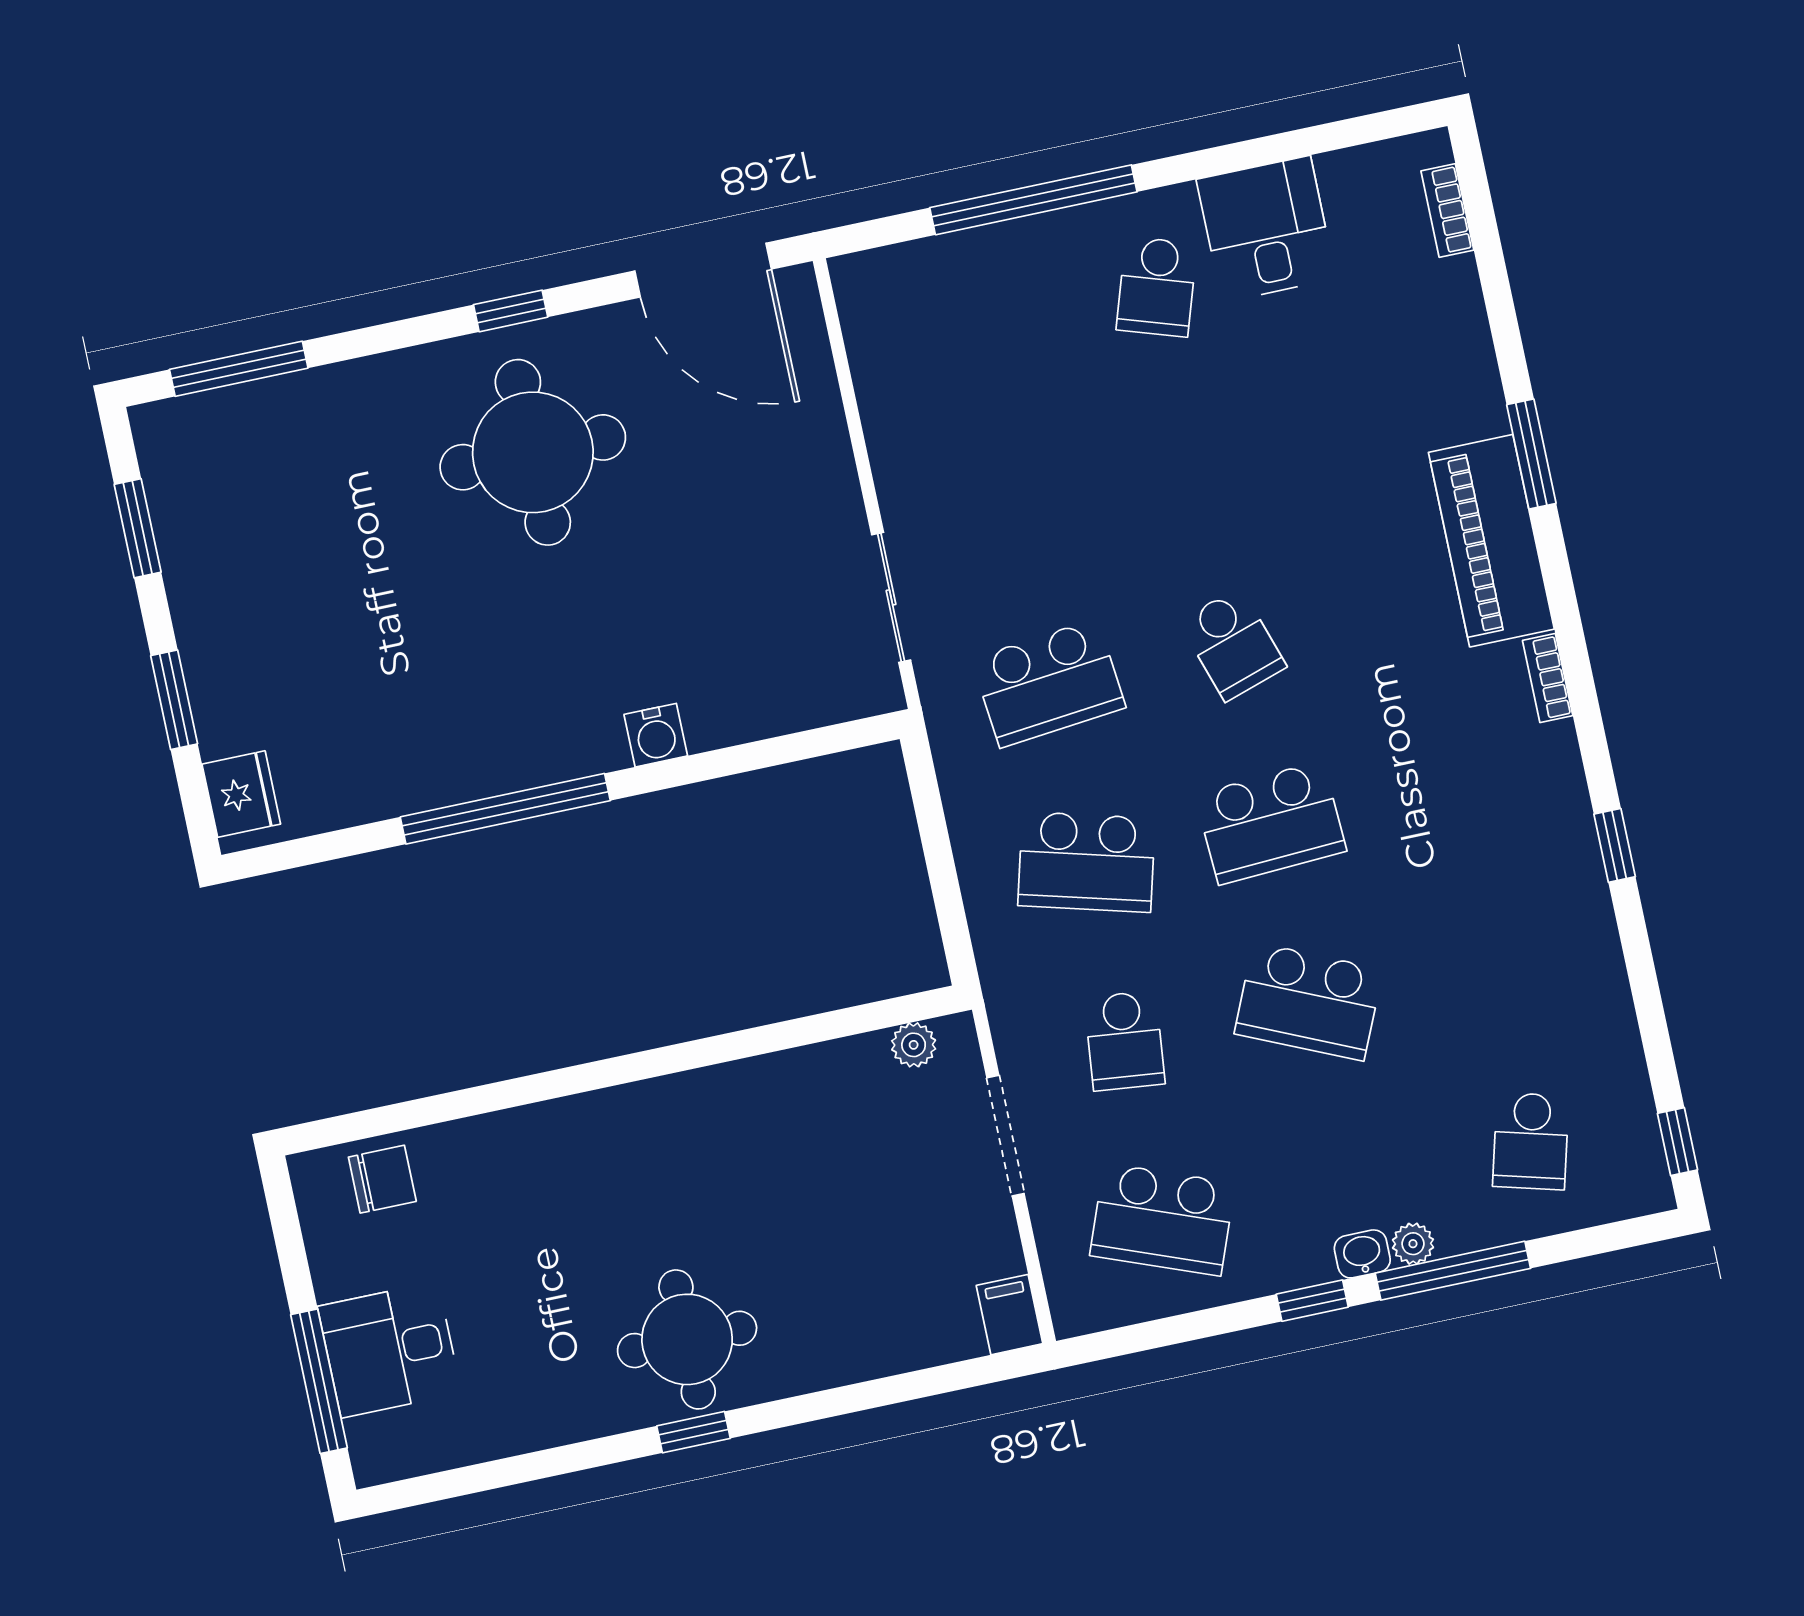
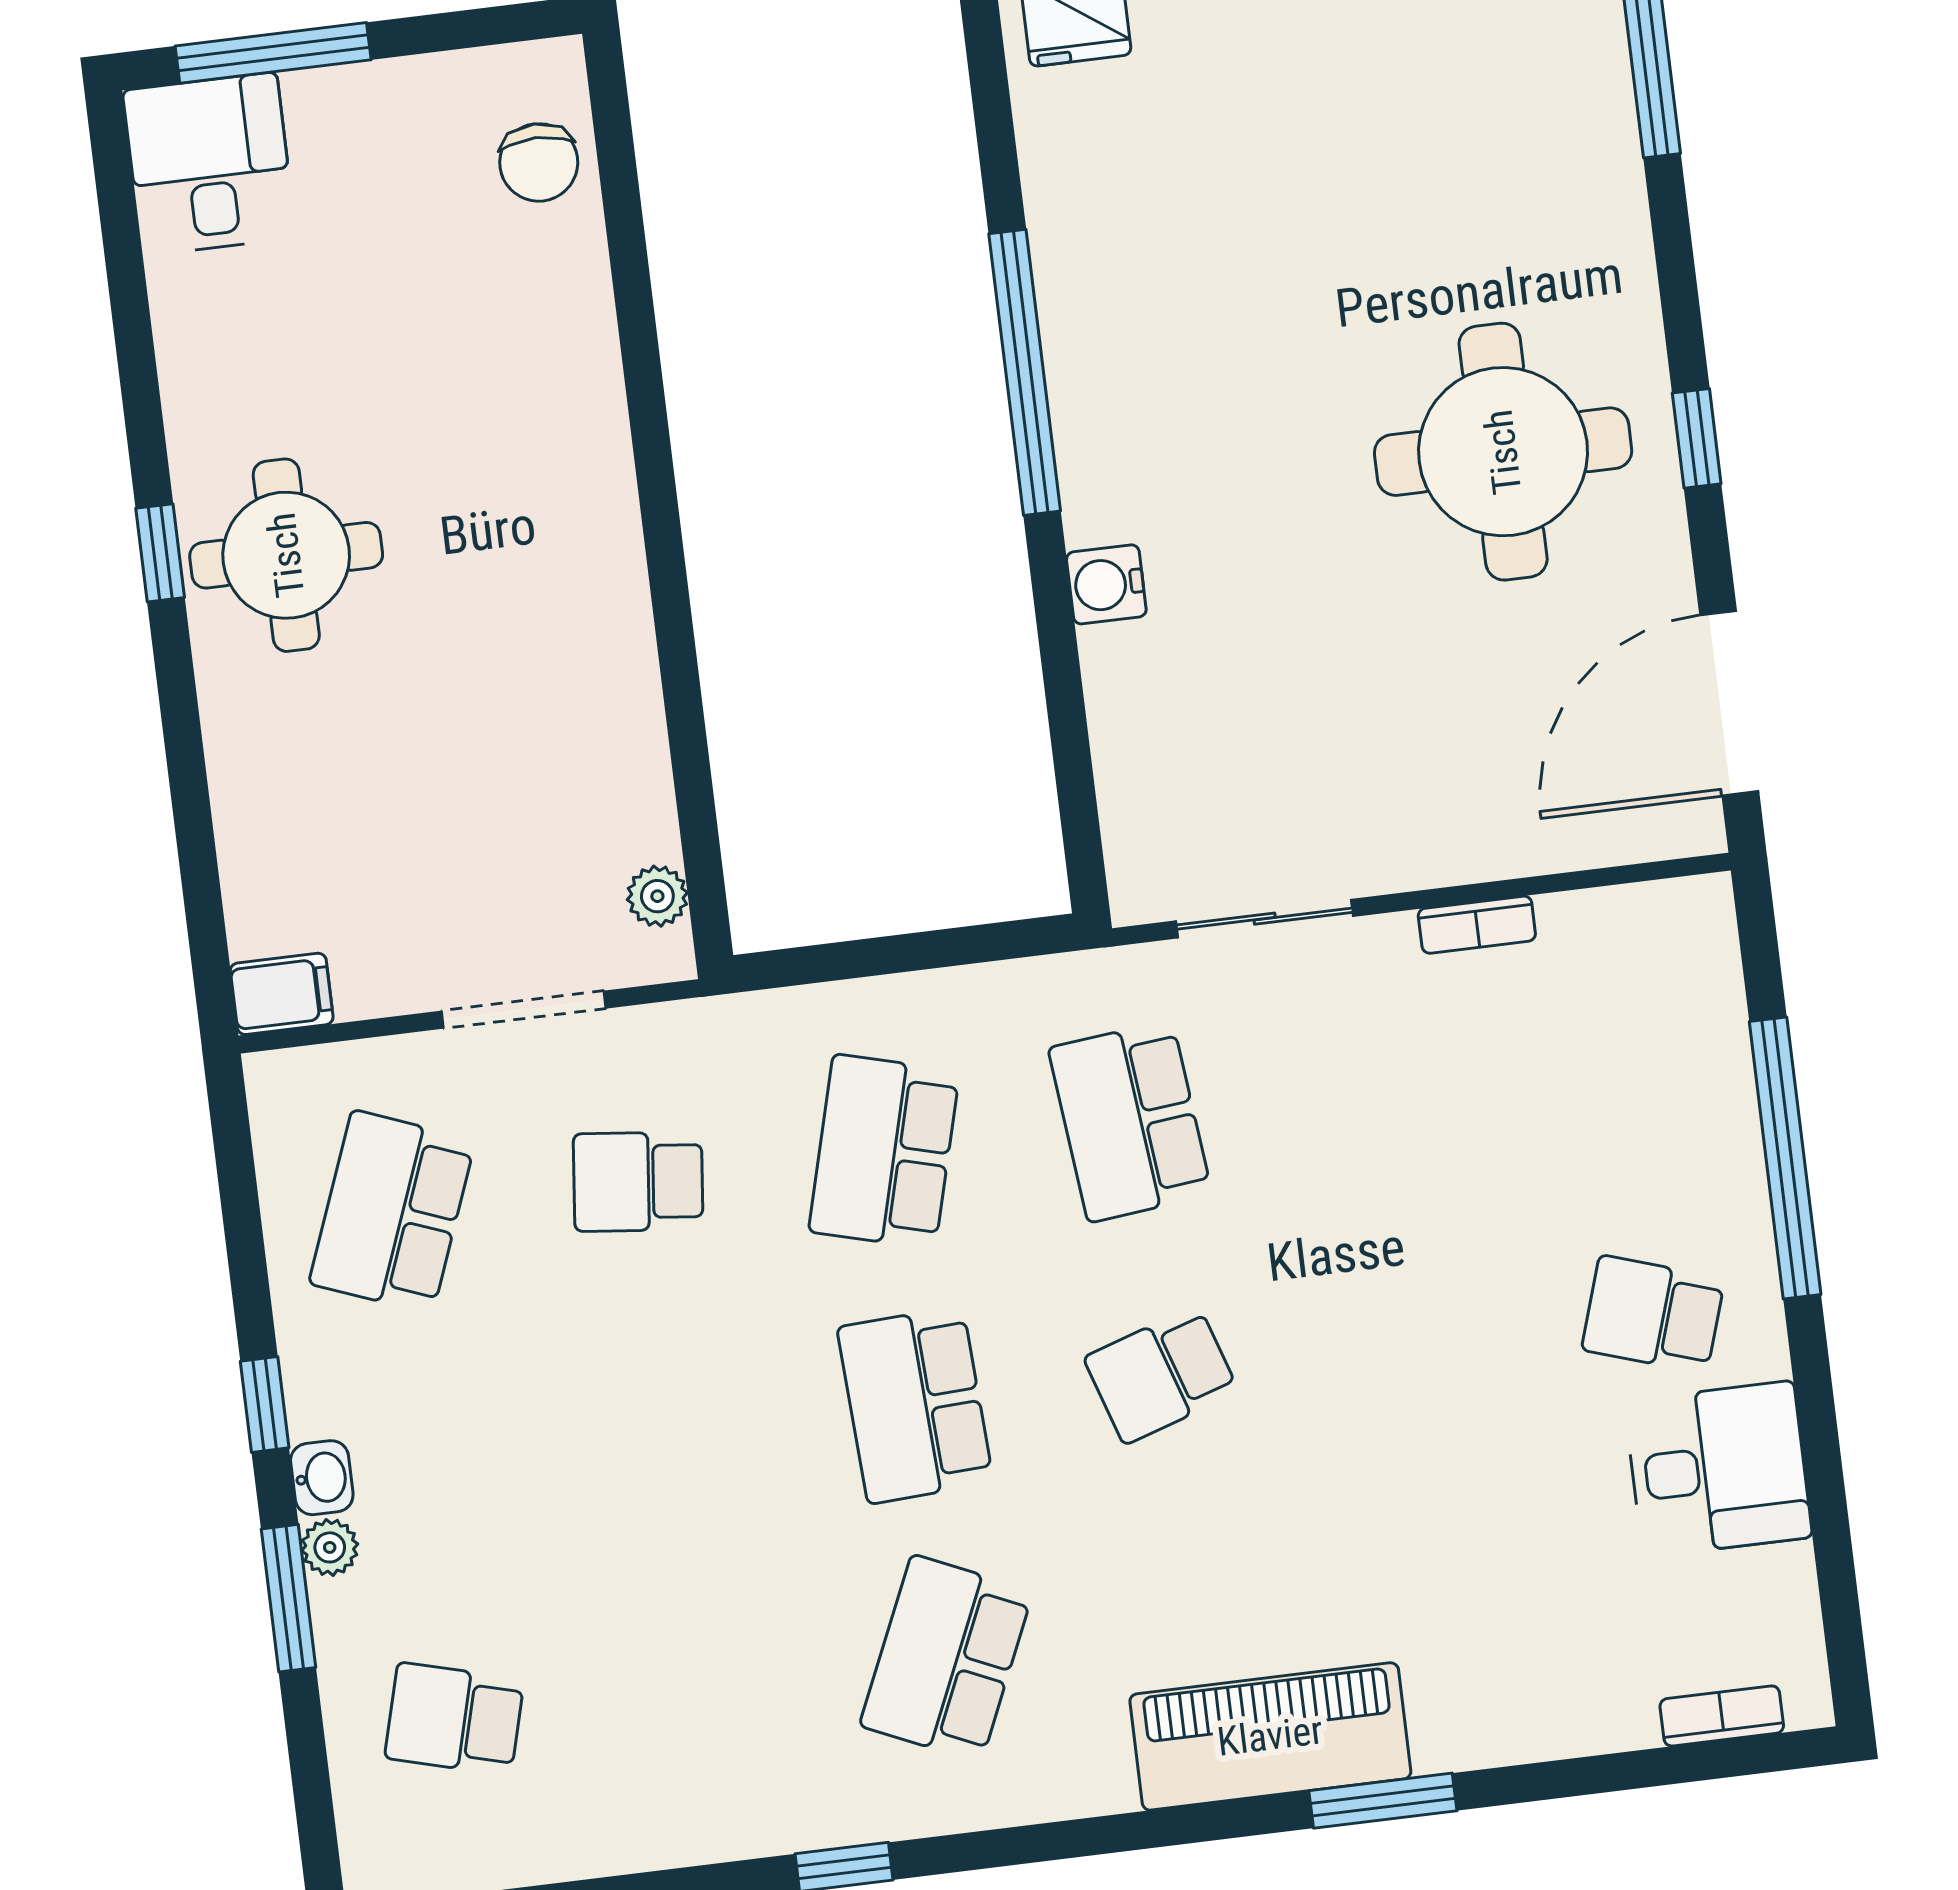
bookcase: (1548, 678) -> (1477, 925), moved, turned 180
school desk: (1309, 1002) -> (946, 1658), moved
window: (1453, 1271) -> (288, 1598), width x0.69
desk: (389, 1350) -> (209, 164), moved

